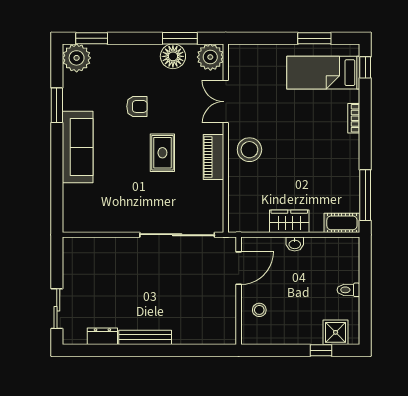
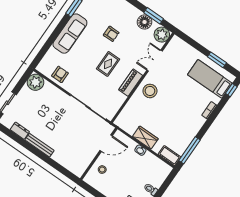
armchair: (104, 216) -> (60, 74), added
plant: (77, 251) -> (35, 82), added

